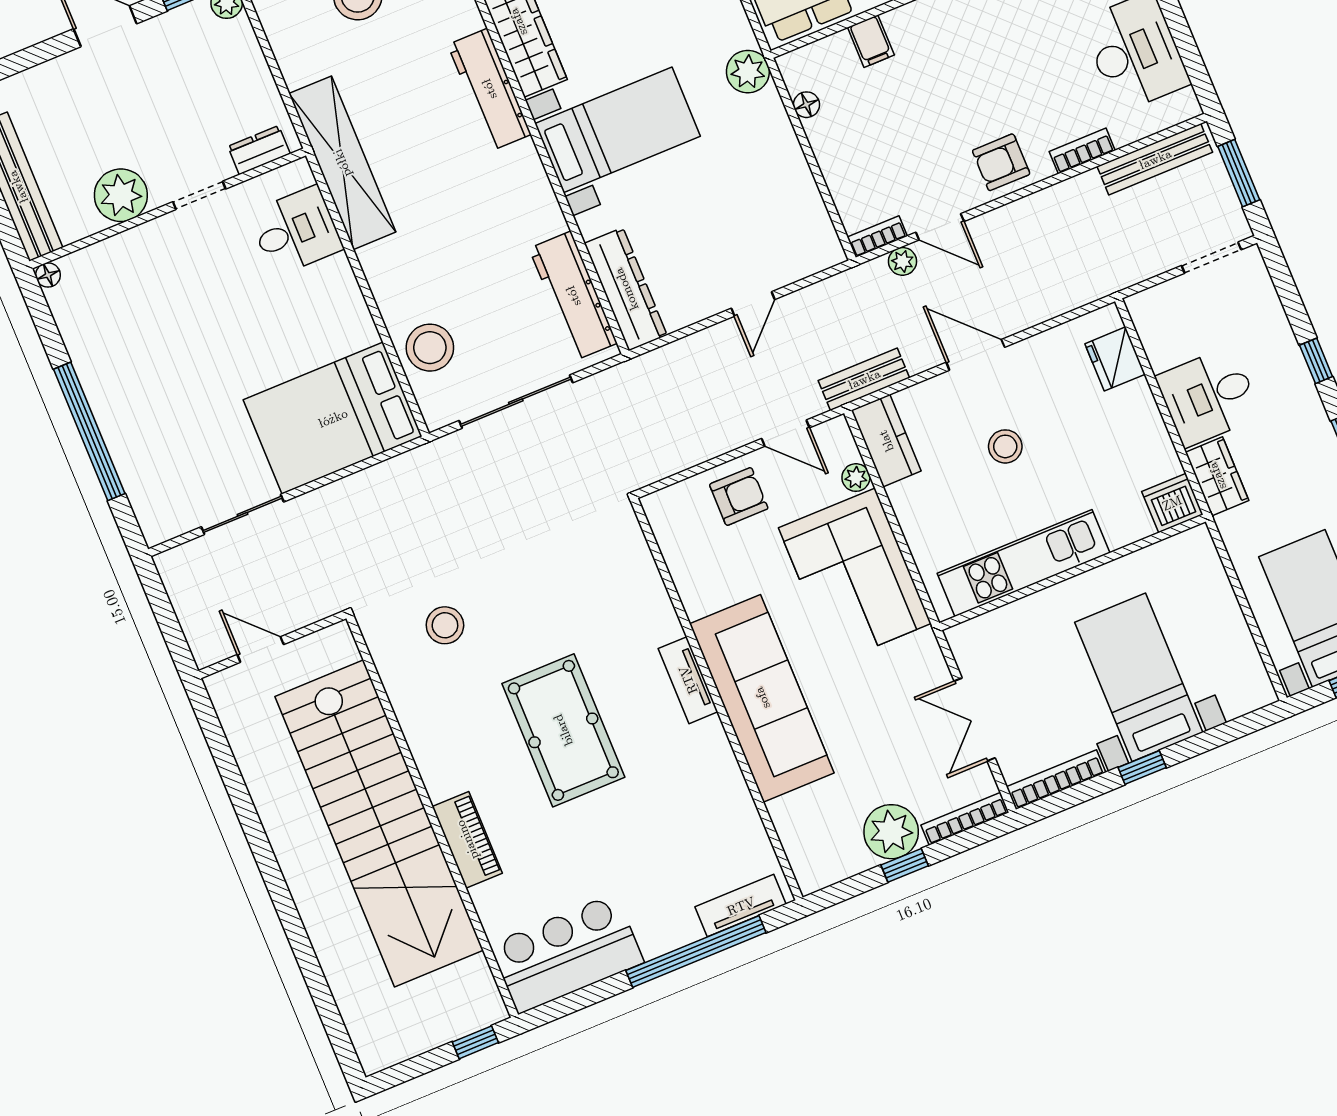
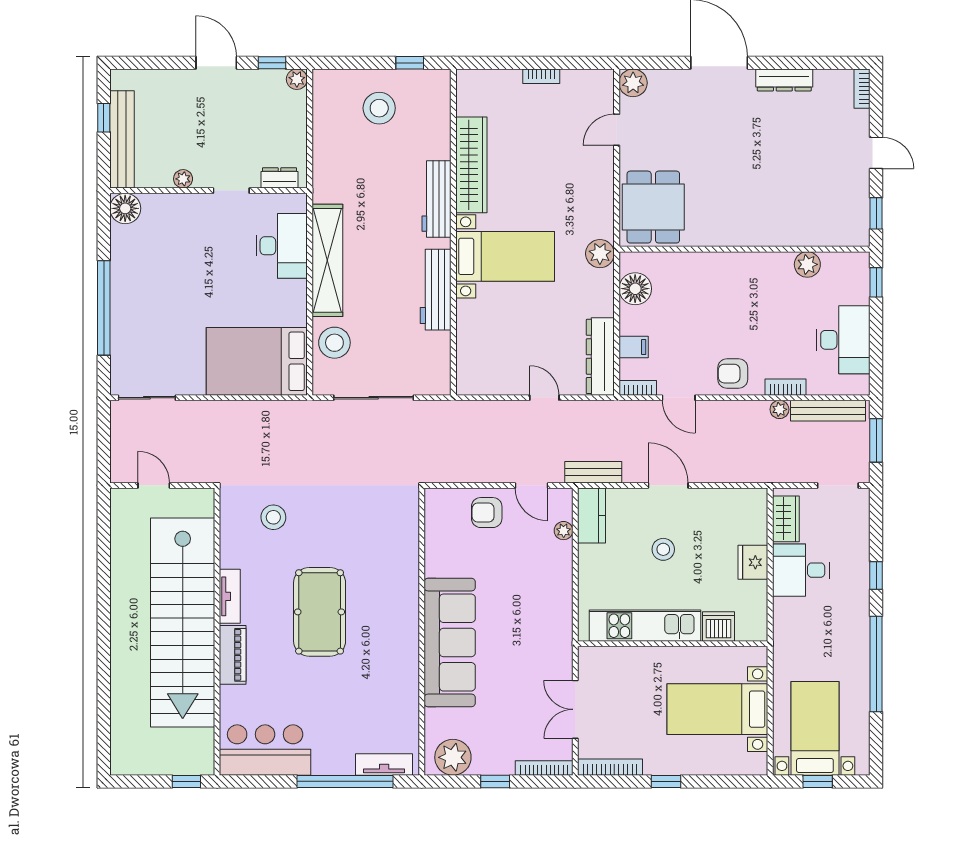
filing cabinet: (871, 41) -> (634, 347), moved, turned -90
floor lamp: (806, 105) -> (635, 289), width x1.89, depth x1.89
shelving: (342, 163) -> (327, 260), moved
plant: (121, 195) -> (183, 179), width x0.53, depth x0.53
desk: (296, 231) -> (282, 246), width x1.37
plant: (902, 261) -> (779, 409), moved
floor lamp: (48, 275) -> (125, 208), width x1.89, depth x1.89
dresser: (626, 289) -> (600, 356), moved, turned 180
workbench: (573, 296) -> (436, 290), moved
door: (753, 304) -> (544, 398), swing flipped
fridge: (1115, 359) -> (753, 562), moved
wardrobe: (1217, 476) -> (786, 519), moved
armchair: (739, 496) -> (487, 513), turned 180
dishwasher: (1172, 503) -> (718, 626), moved
sliding door: (243, 514) -> (147, 398), moved
corner sofa: (855, 576) -> (538, 591), removed
bed with nightstands: (1139, 677) -> (717, 709), moved, turned -90
tv unit: (688, 680) -> (230, 596), moved, turned 180
plant: (891, 832) -> (453, 757), moved

